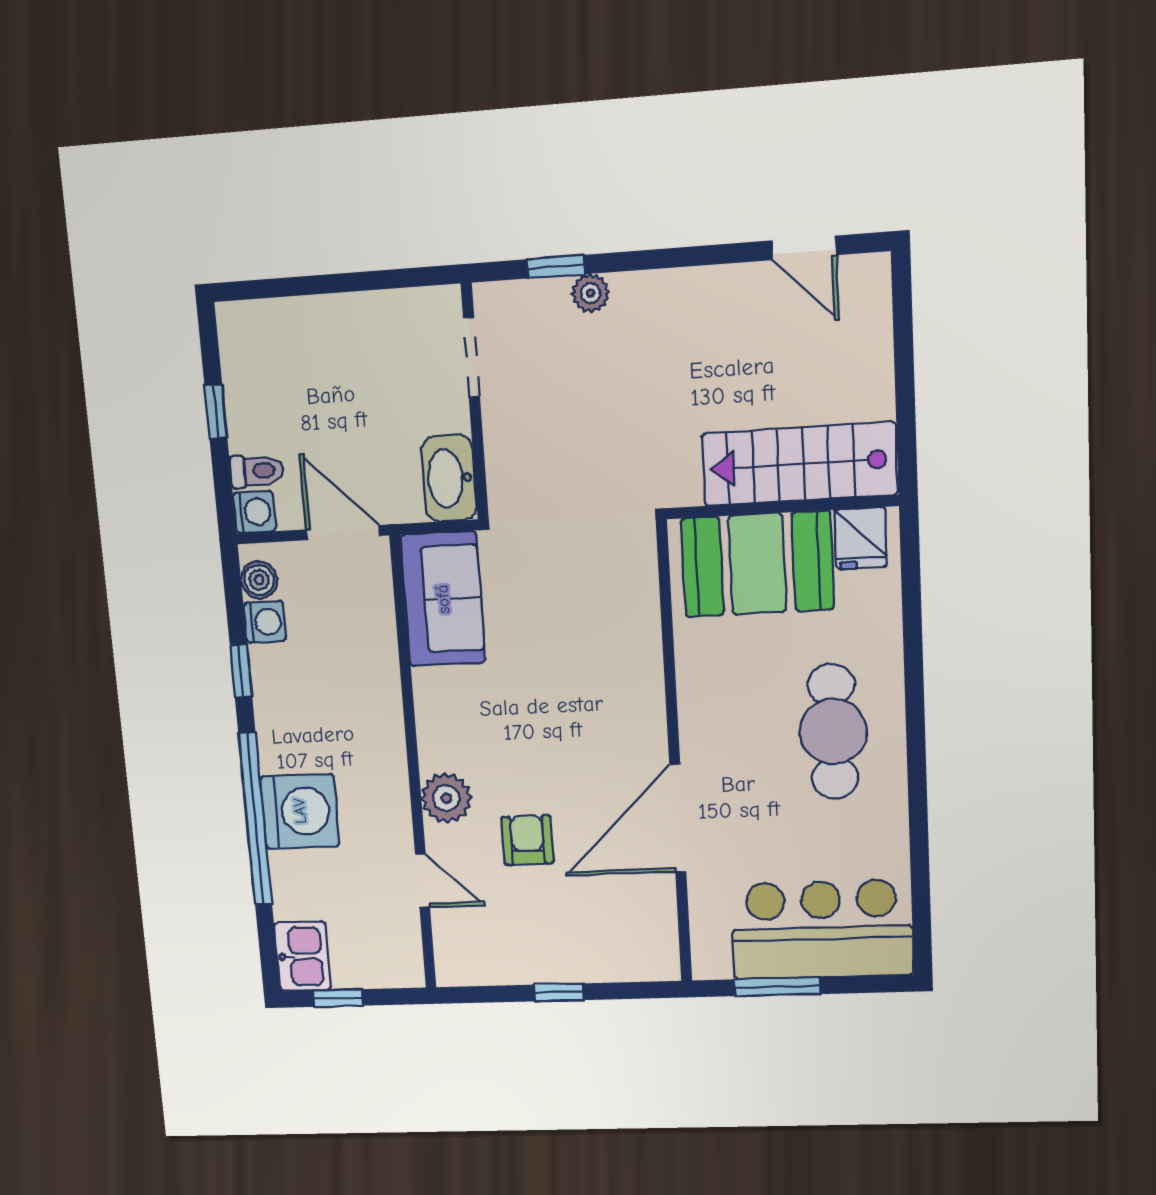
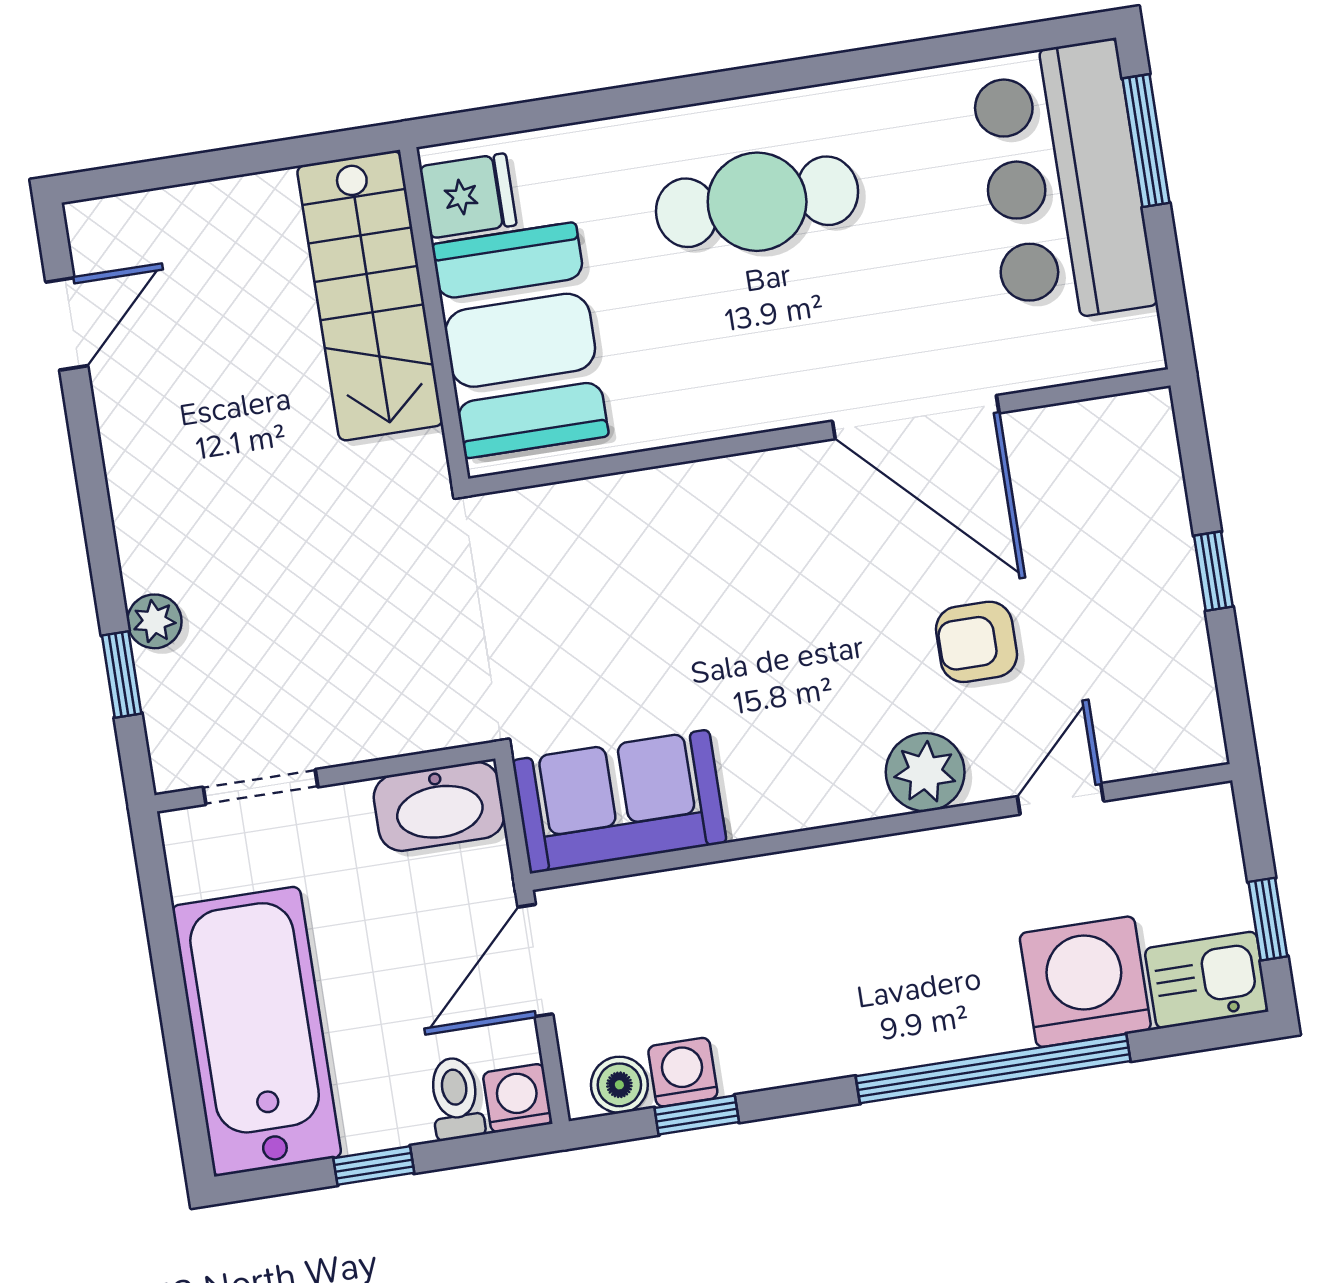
bathtub: (309, 340) -> (257, 1031), added
window: (241, 671) -> (697, 1115), moved
washing machine: (300, 811) -> (1085, 982), moved
window: (777, 987) -> (1146, 141), moved

